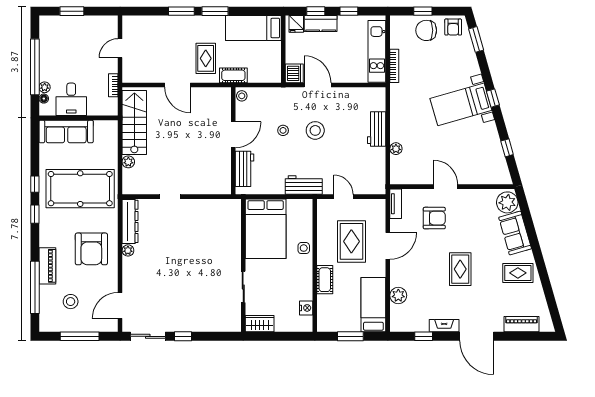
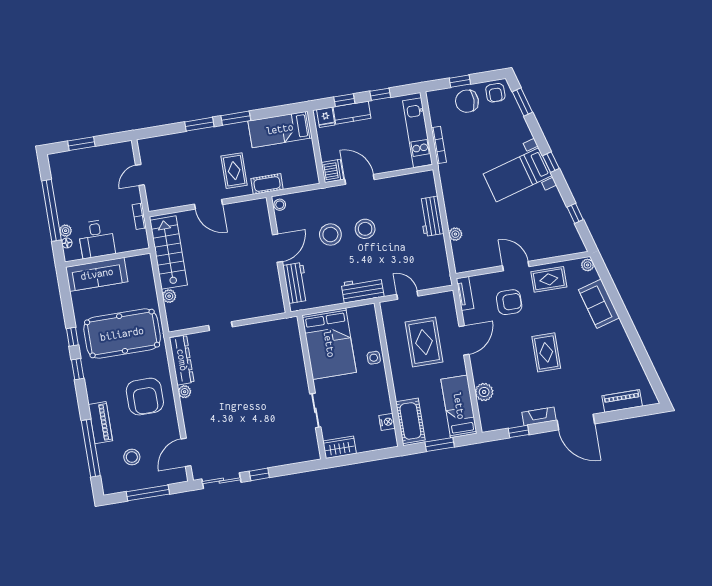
stool: (283, 130) -> (330, 235), width x1.89, depth x1.89
plant: (507, 202) -> (588, 265), width x0.53, depth x0.53
rug: (518, 273) -> (549, 279), moved
cot: (325, 280) -> (410, 421), moved, width x1.37, depth x1.34

